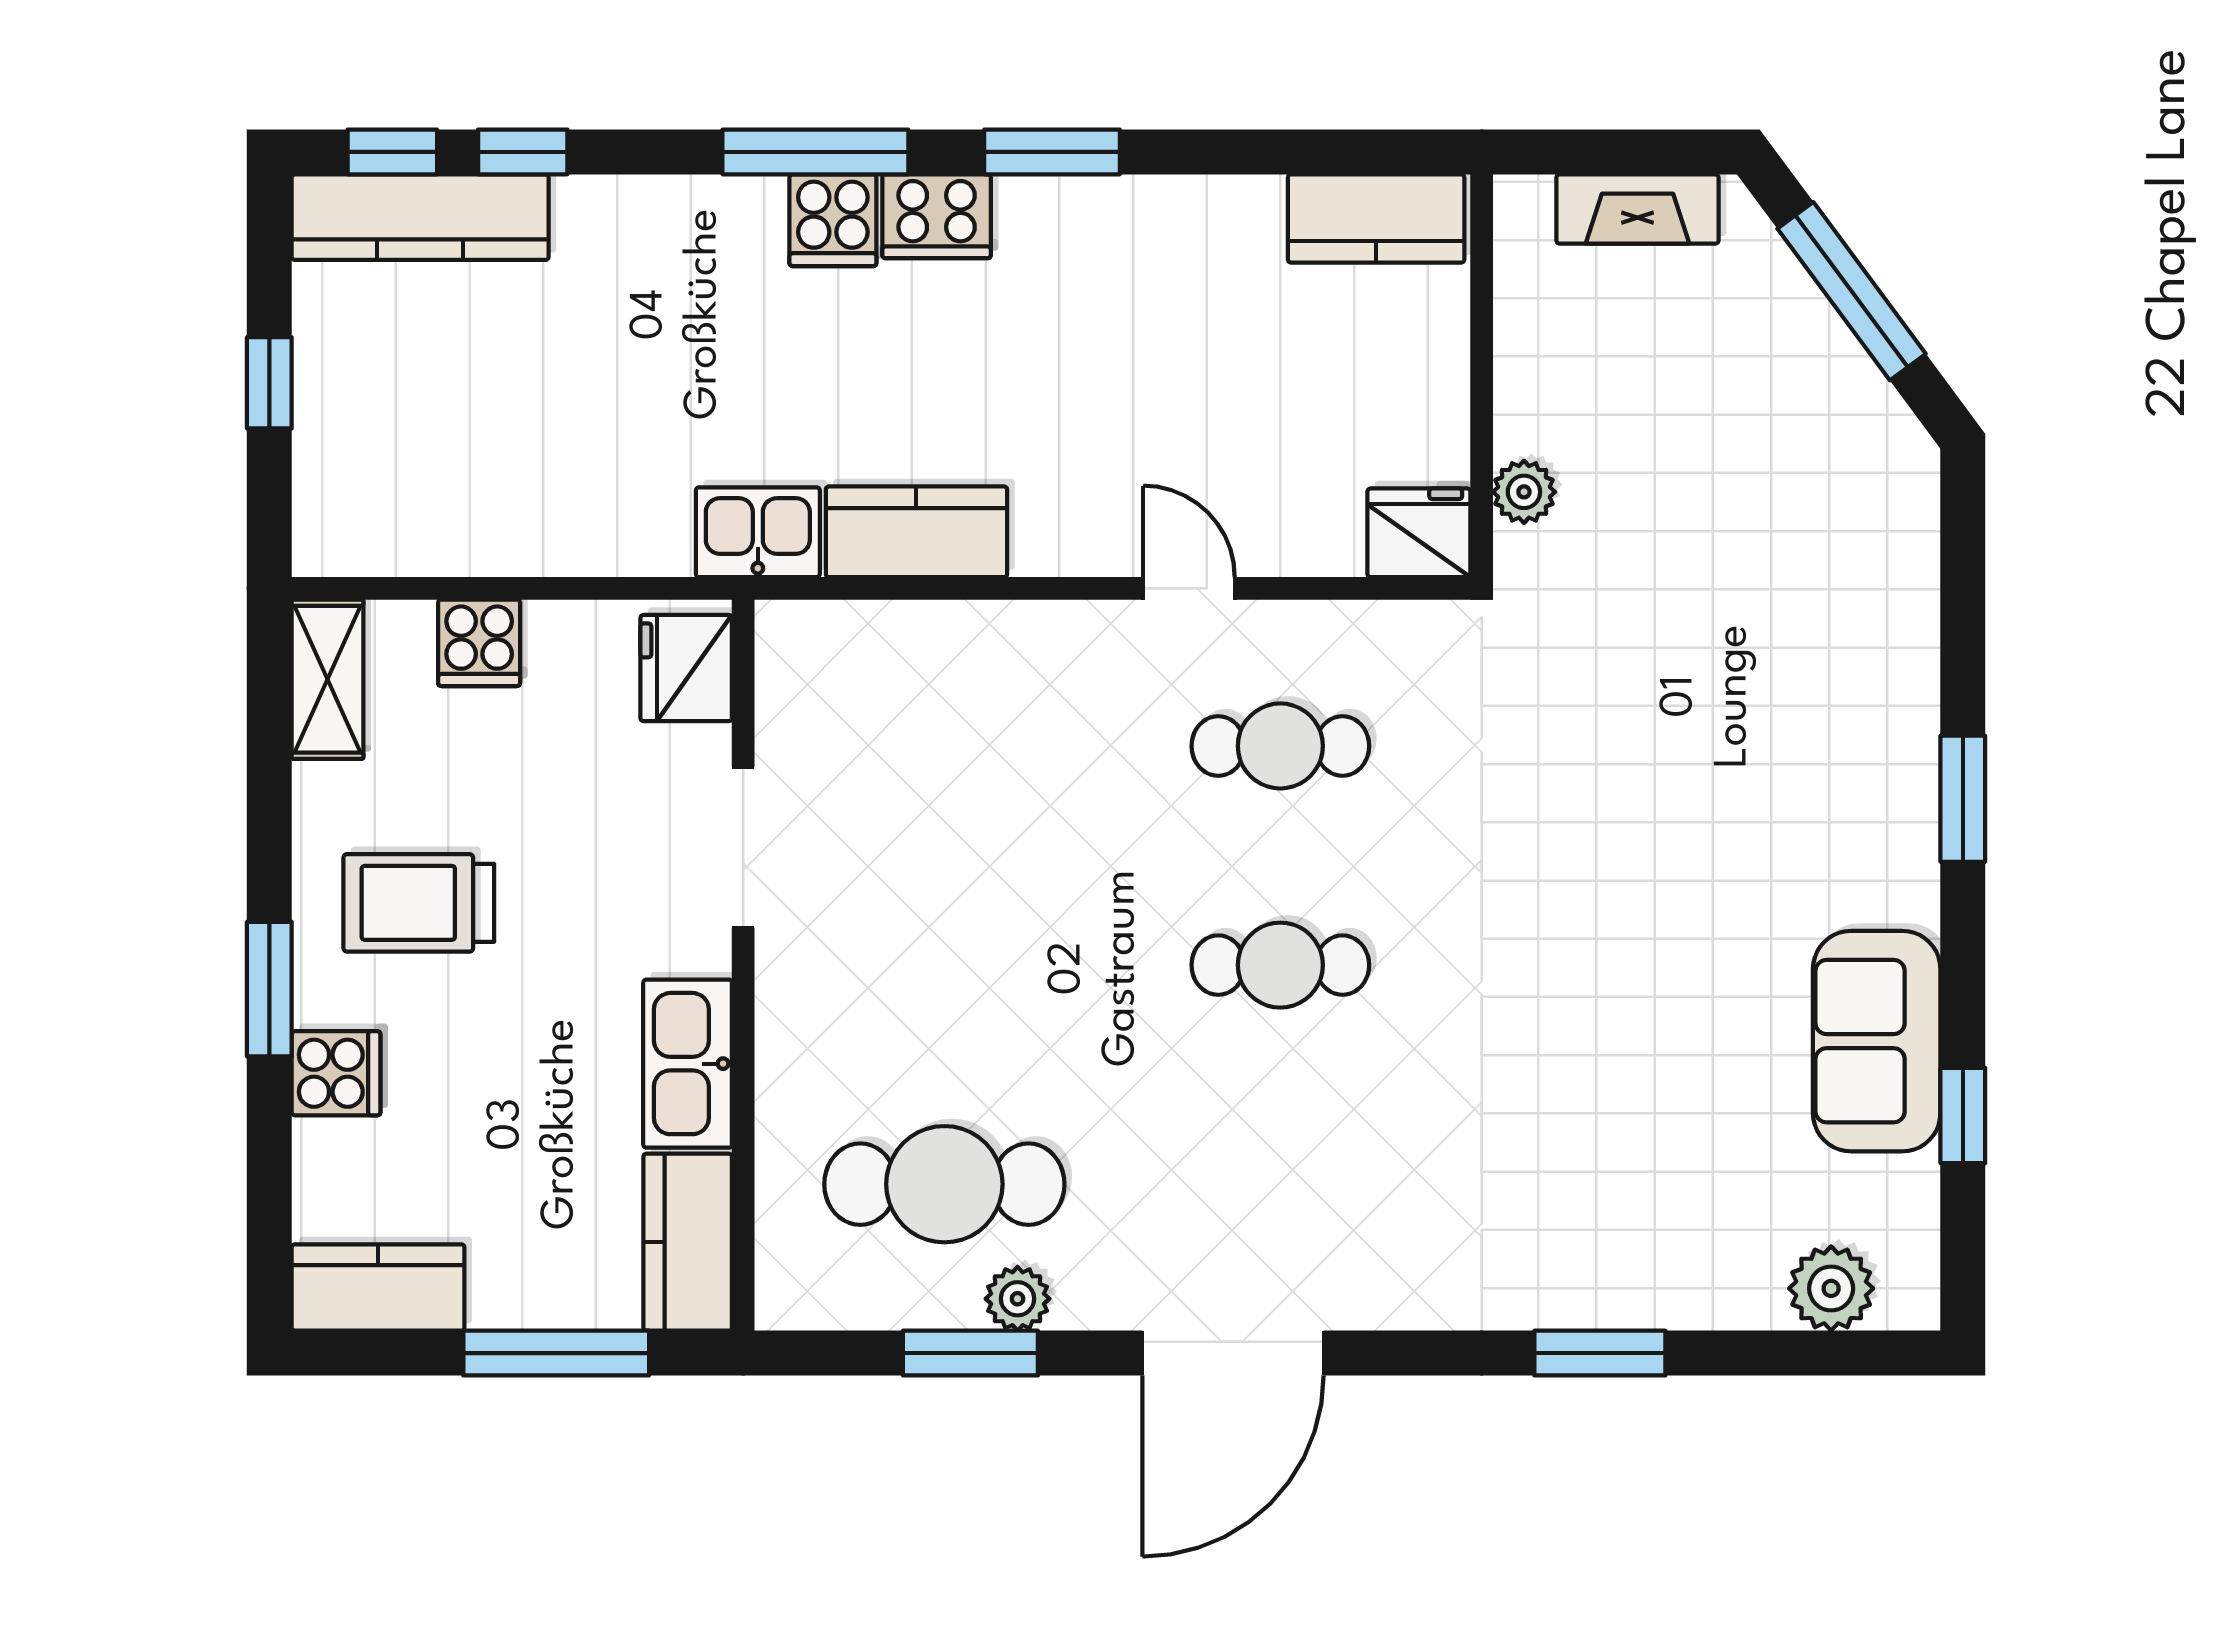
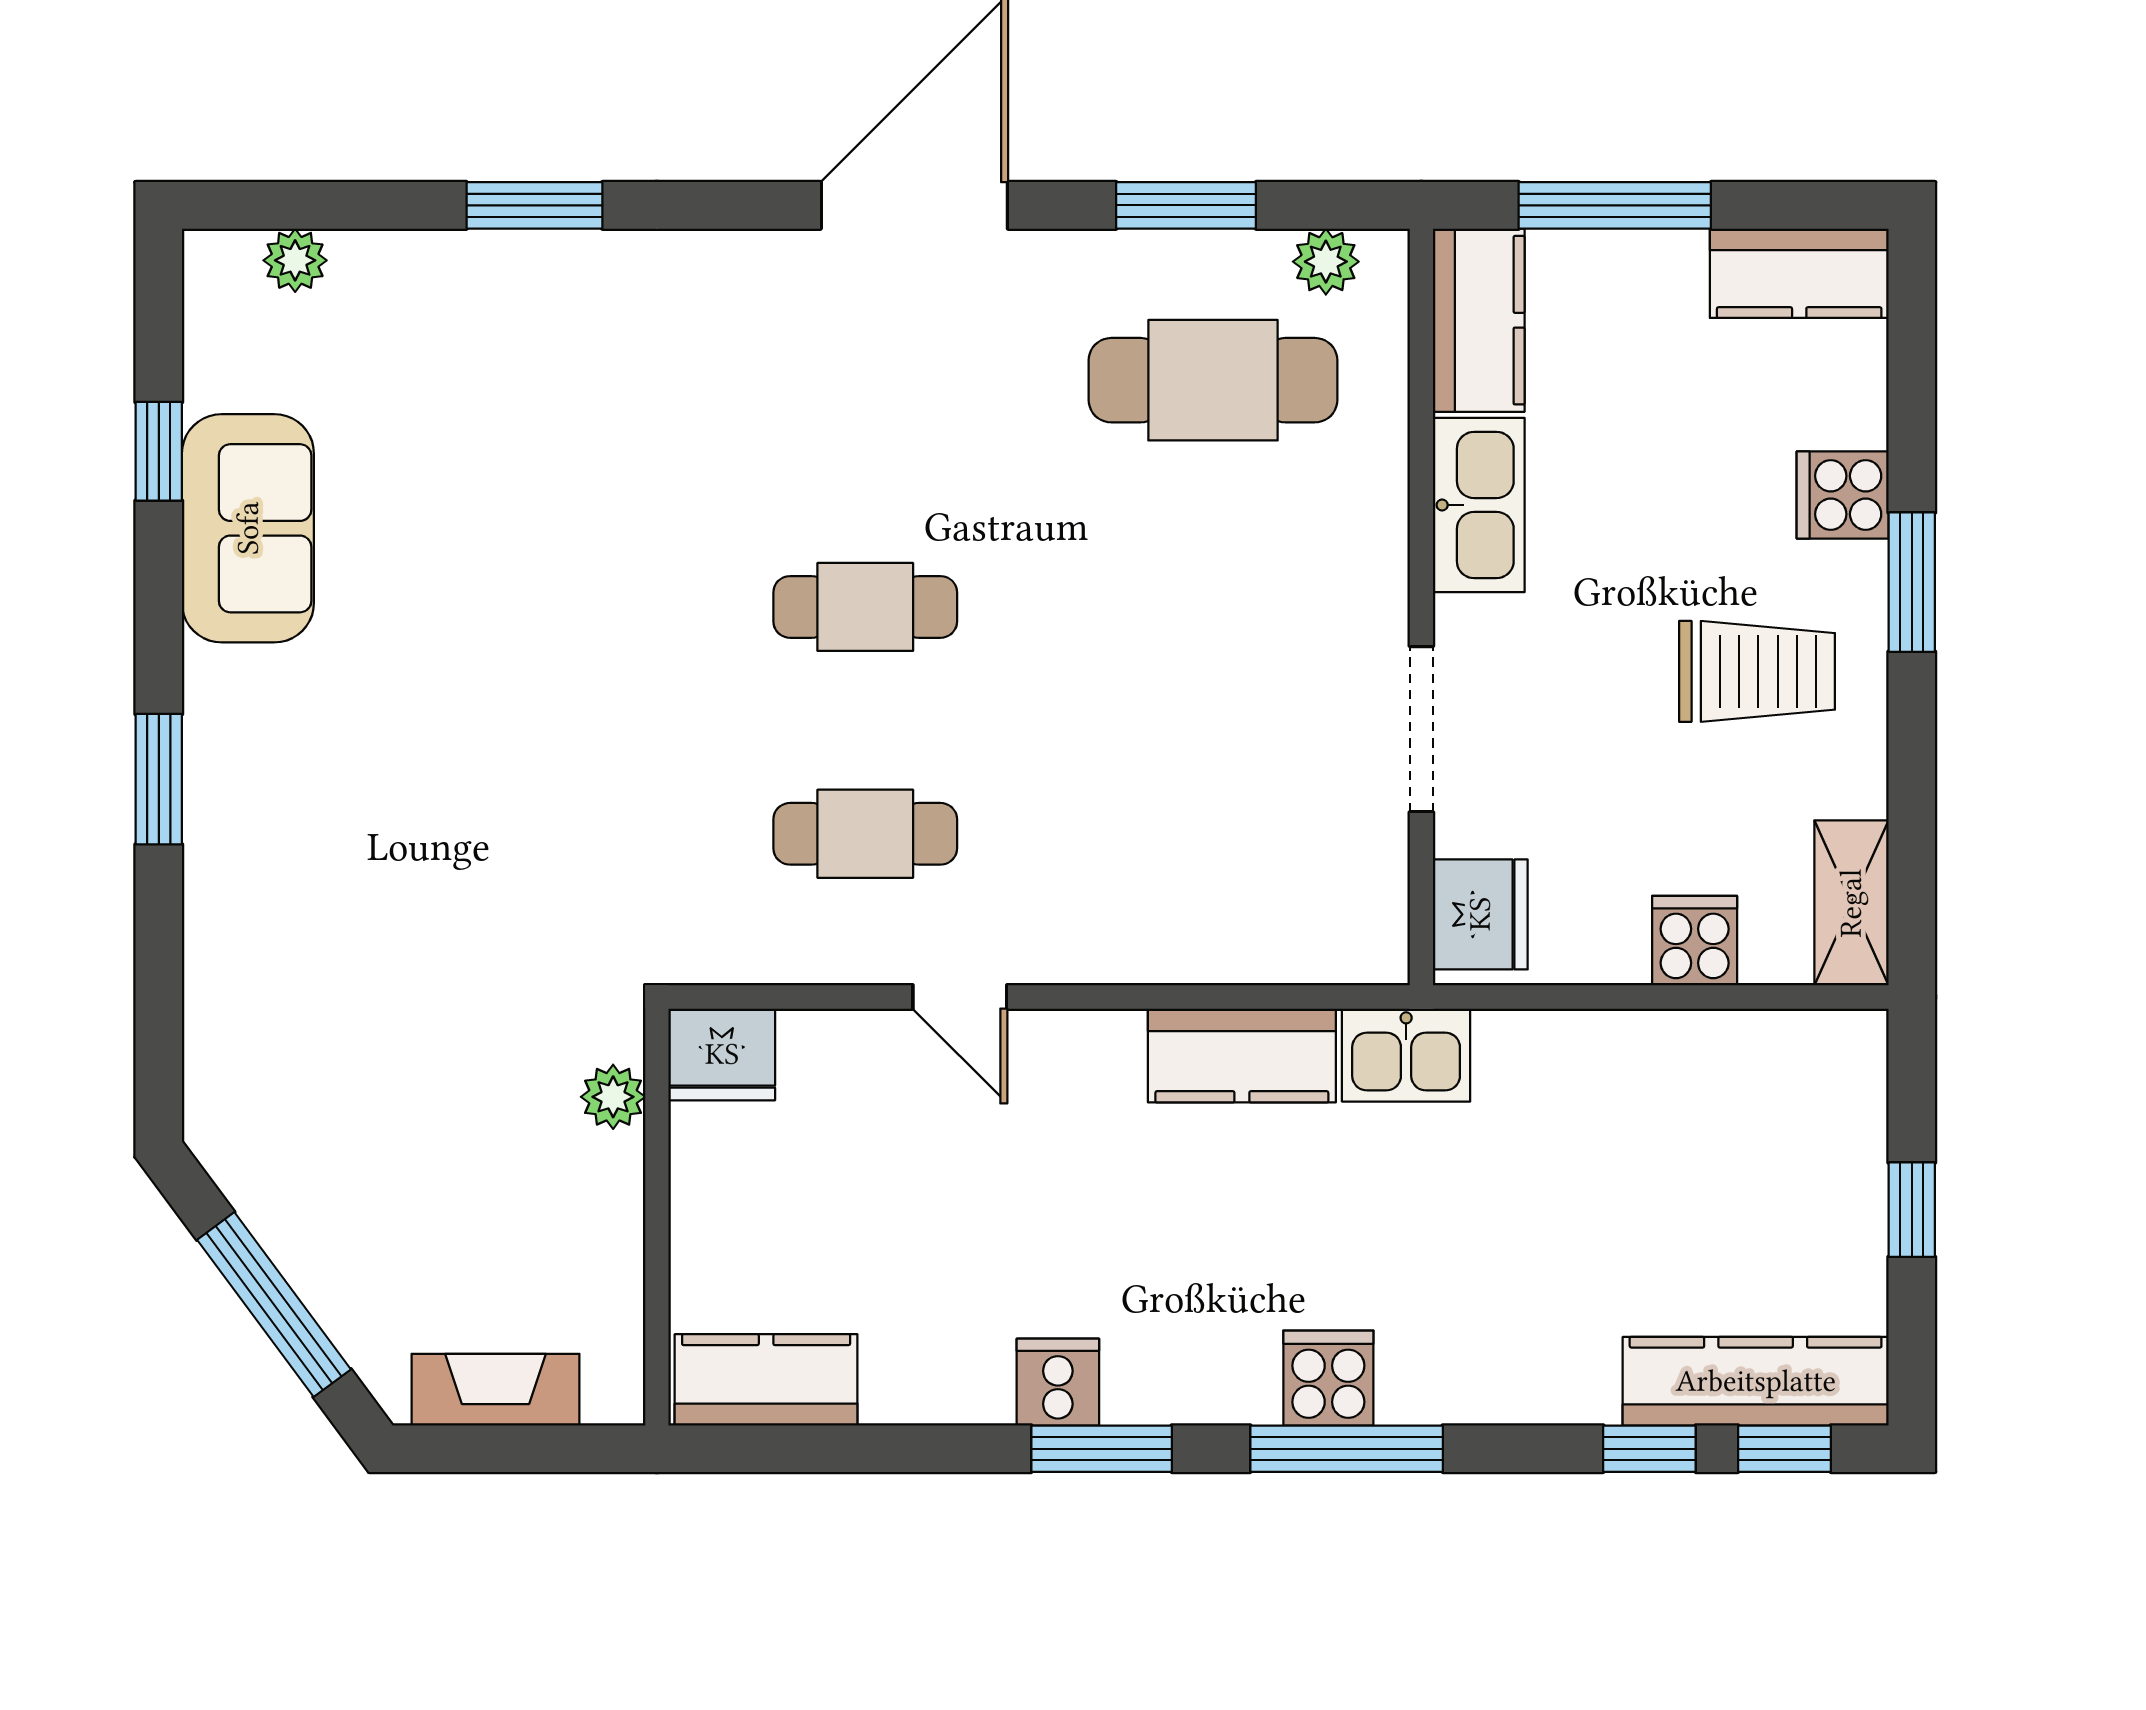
cooker: (937, 216) -> (1058, 1382), moved, width x0.73
plant: (1831, 1288) -> (295, 260), width x0.73, depth x0.73
plant: (1018, 1299) -> (1326, 262), moved

